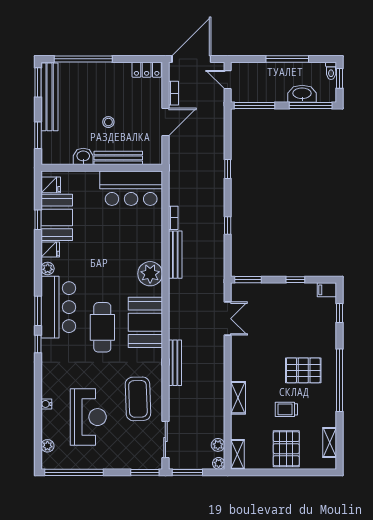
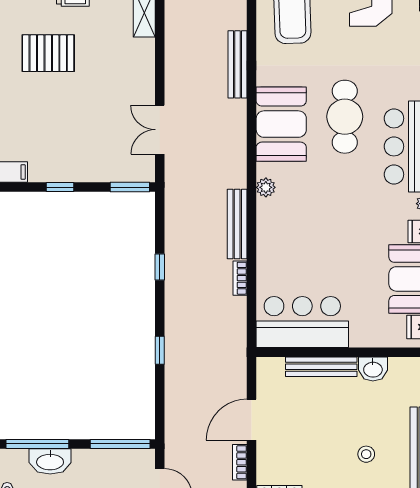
stool: (108, 122) -> (366, 454), moved
plant: (150, 274) -> (266, 187), width x0.53, depth x0.53

